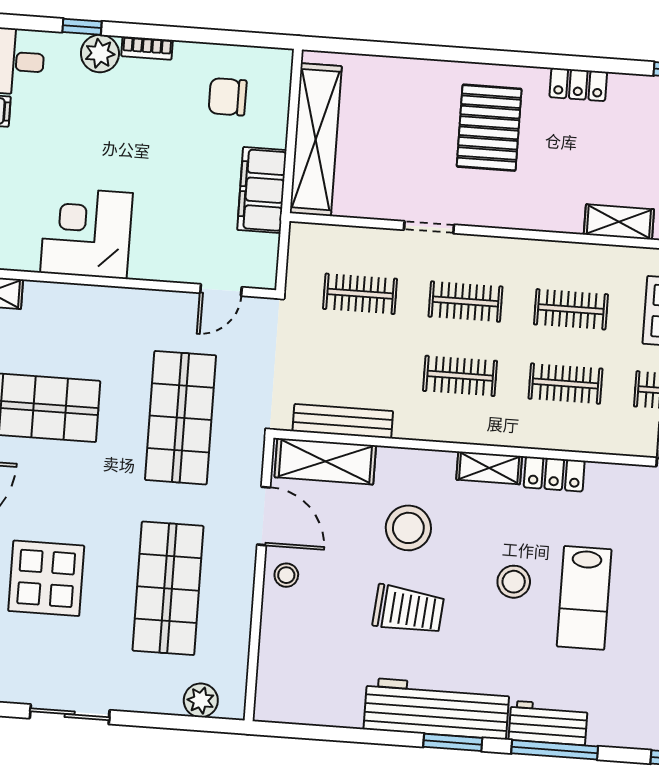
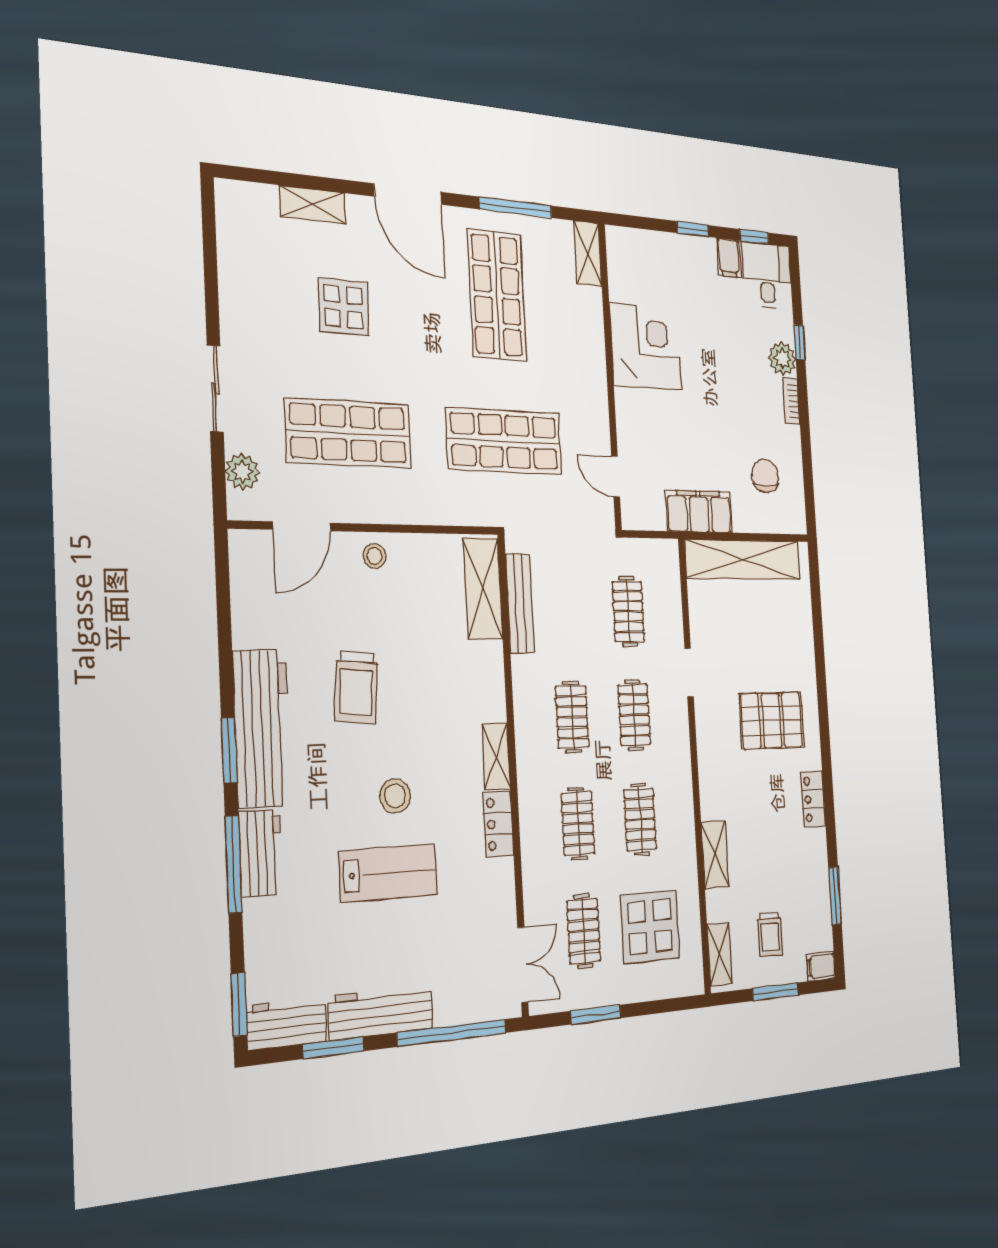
door: (264, 516) -> (302, 526), moved
stool: (408, 528) -> (433, 679), removed
display table: (46, 578) -> (344, 307), width x0.73, depth x0.73
lab bench: (584, 598) -> (388, 873), turned 180
sliding door: (70, 714) -> (215, 389), moved

